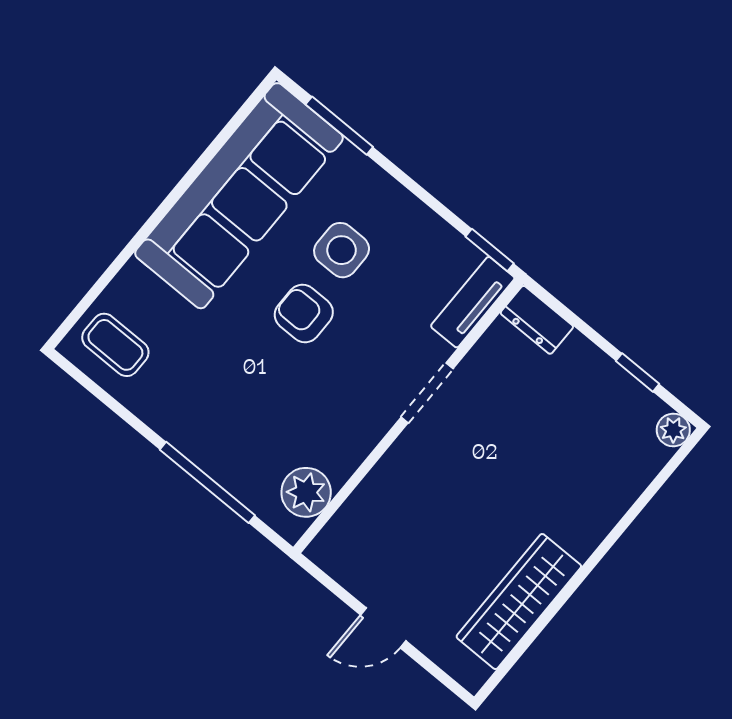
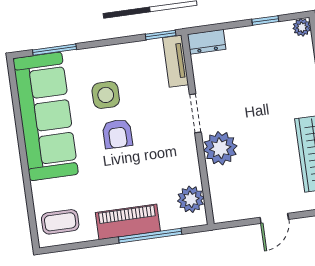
armchair: (304, 313) -> (117, 134), turned -90
piano: (199, 436) -> (128, 222), added
plant: (411, 469) -> (220, 148), added

